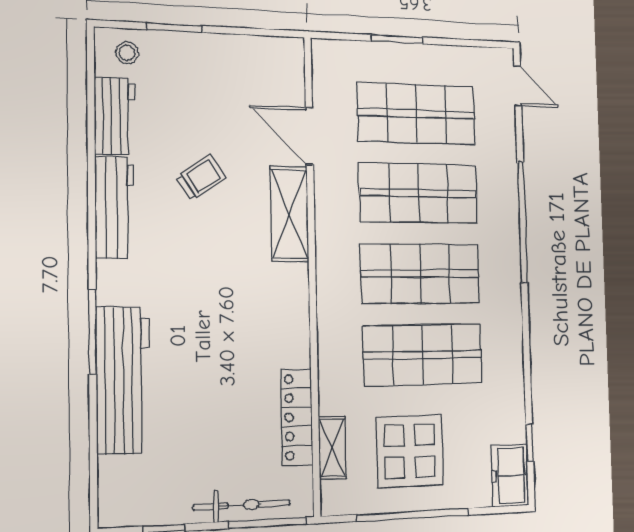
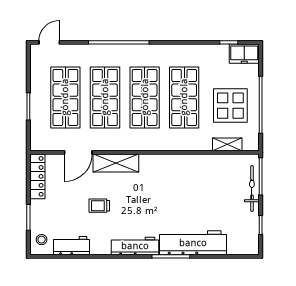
trolley: (201, 177) -> (99, 206), turned -56
workbench: (114, 208) -> (135, 246), moved
locker: (297, 417) -> (37, 176), moved, turned -90

